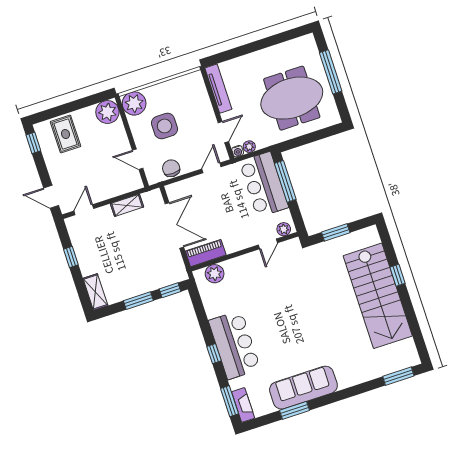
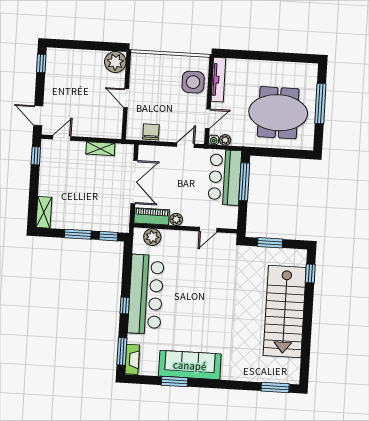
plant: (134, 103) -> (141, 64), removed
side table: (164, 126) -> (193, 82), moved
rug: (65, 134) -> (72, 67), removed
door: (138, 159) -> (126, 98), moved
plant: (284, 229) -> (176, 219), moved
window: (71, 257) -> (36, 156), moved
window: (398, 275) -> (310, 273), moved
bar counter: (234, 345) -> (146, 294), width x1.36

